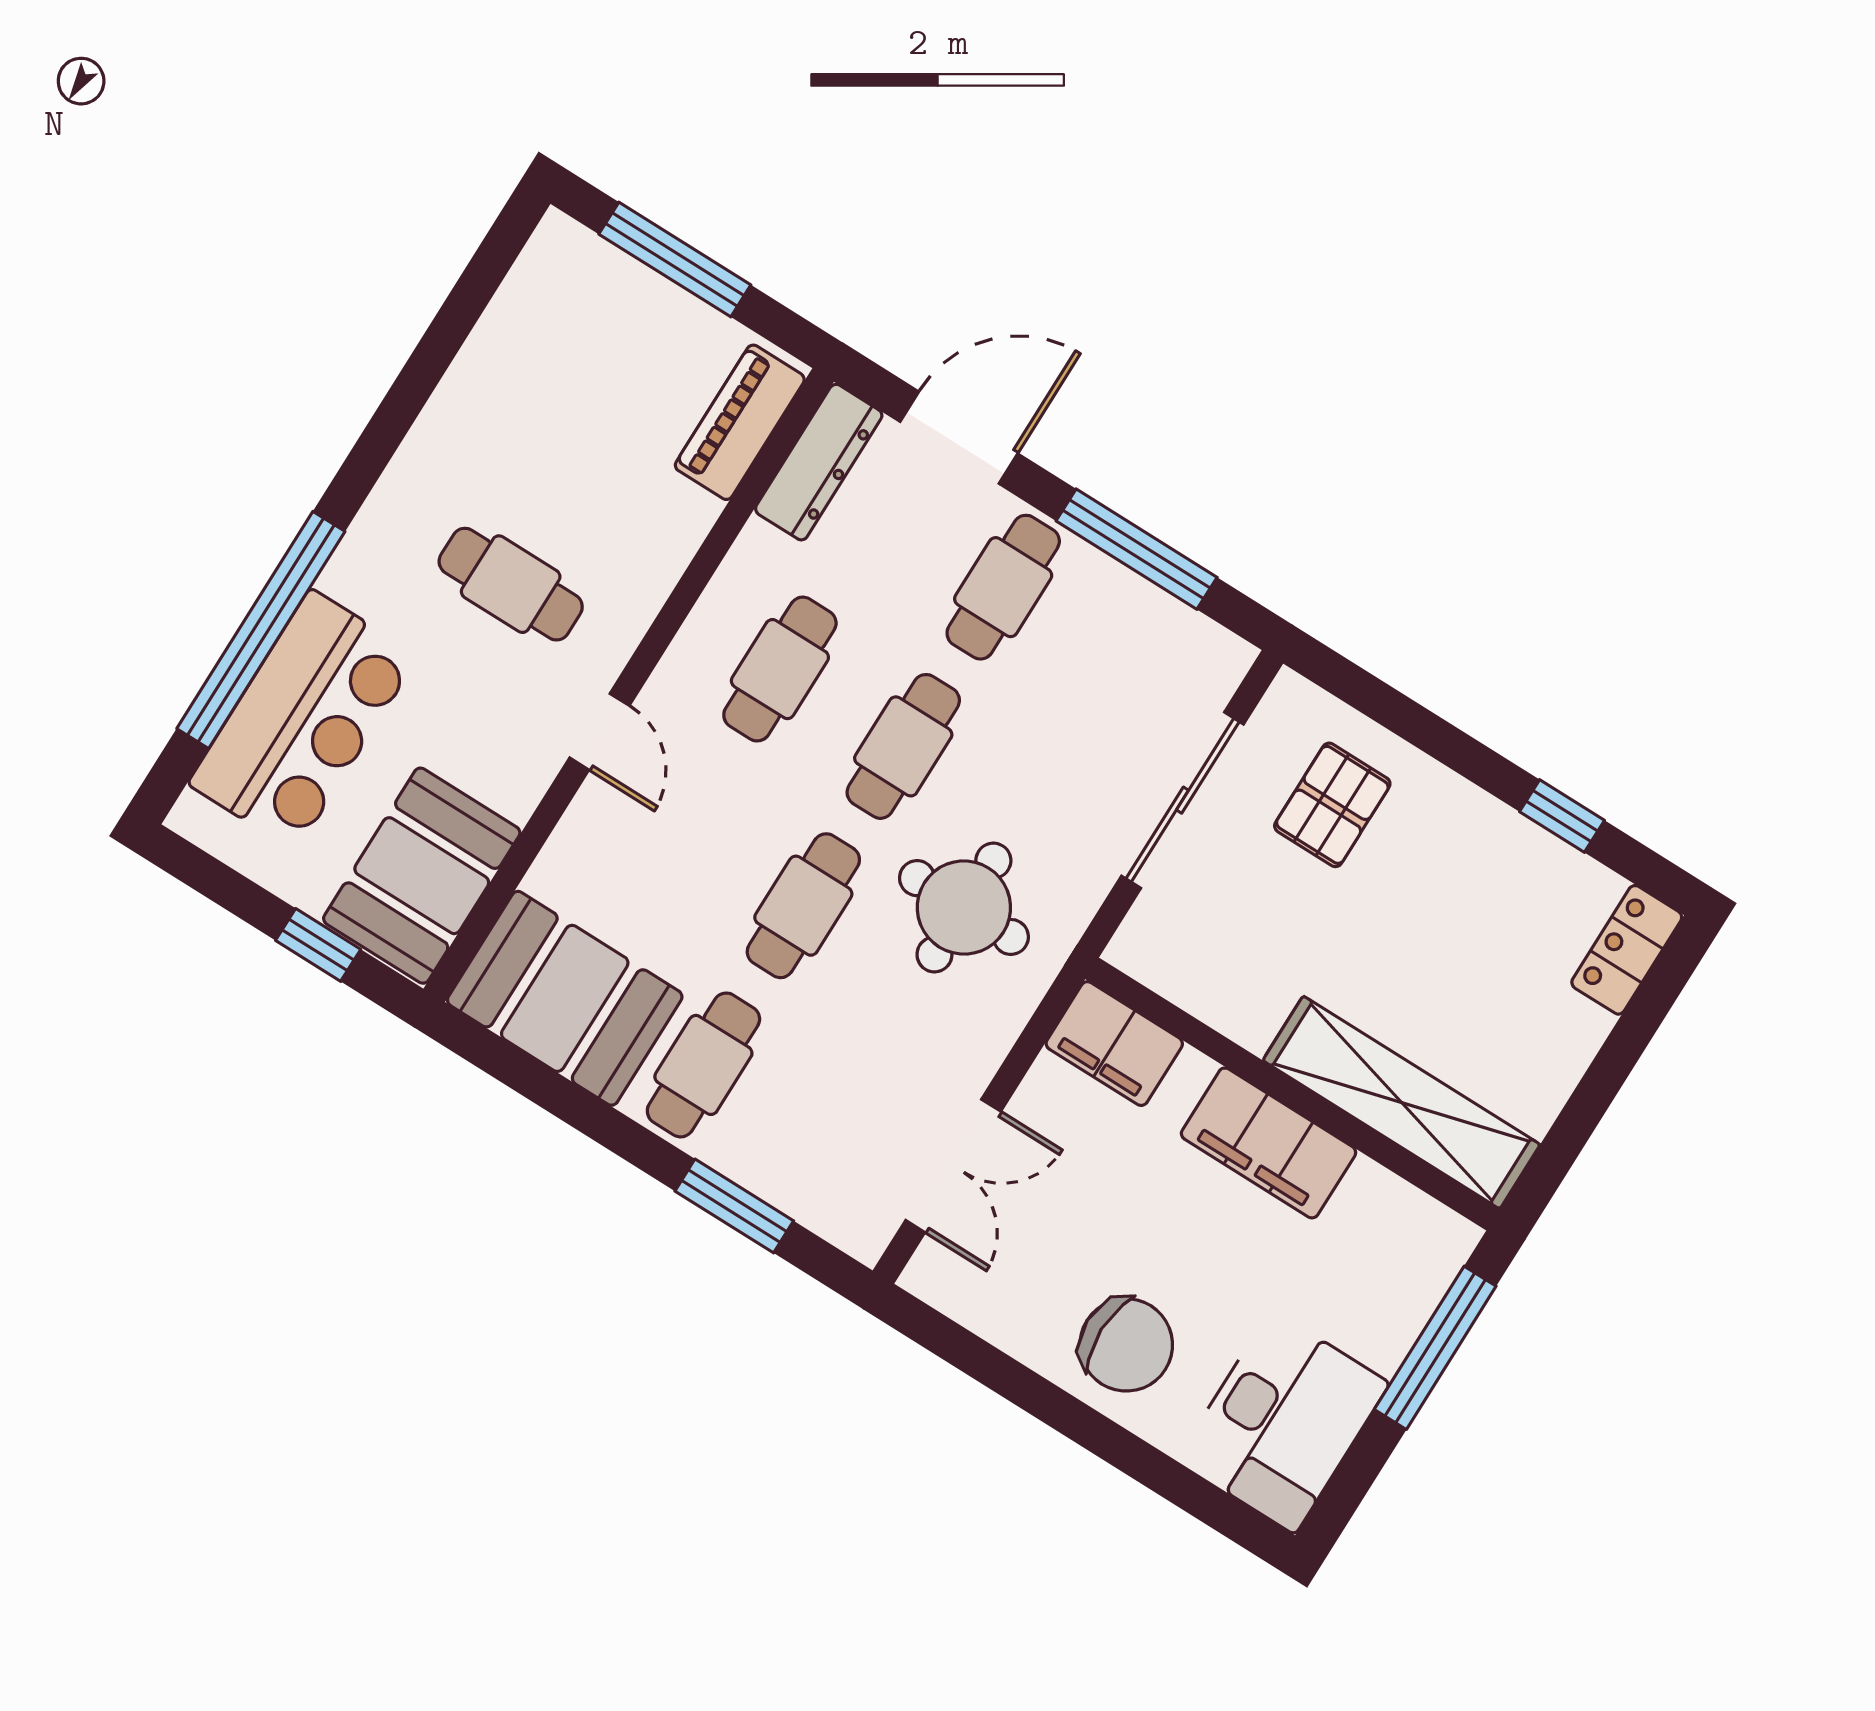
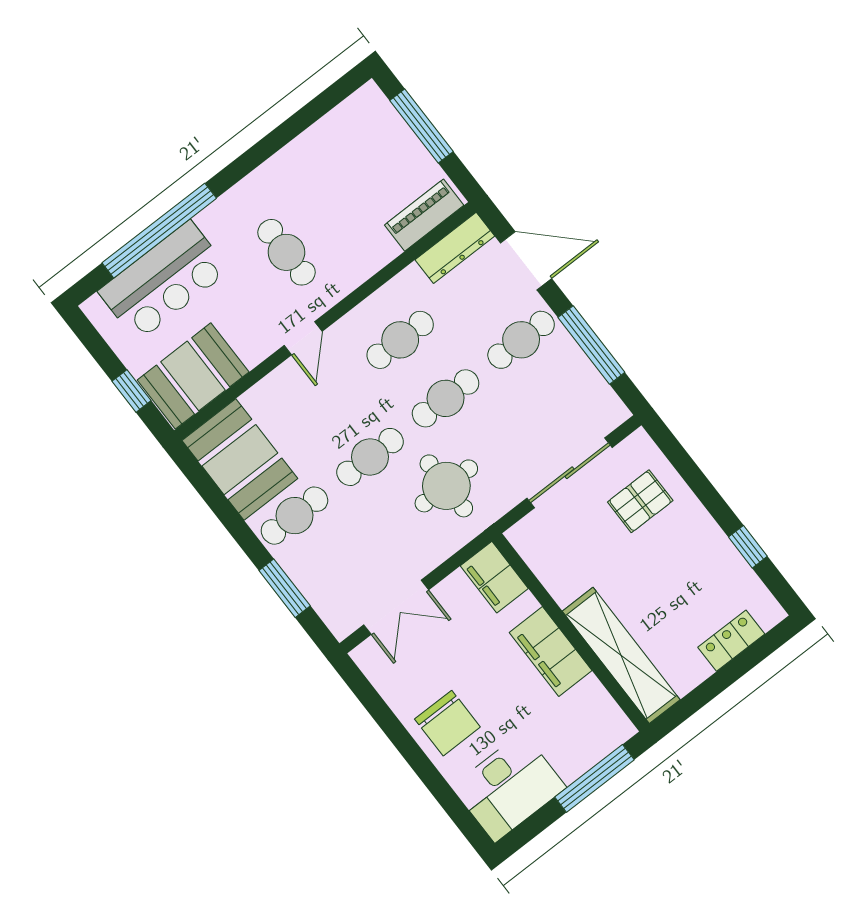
locker: (1627, 950) -> (731, 641), moved

